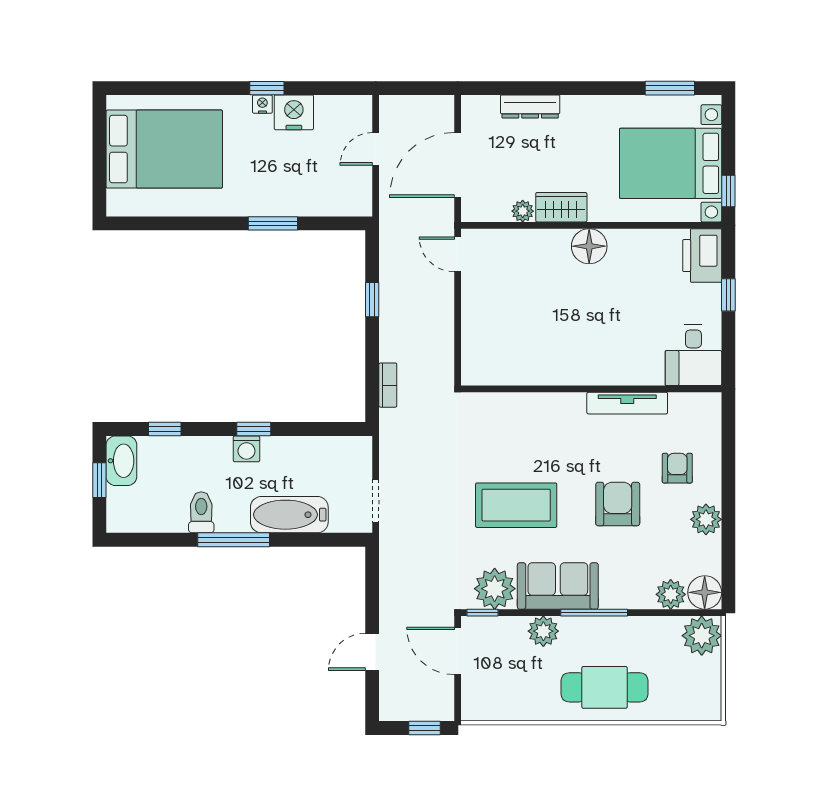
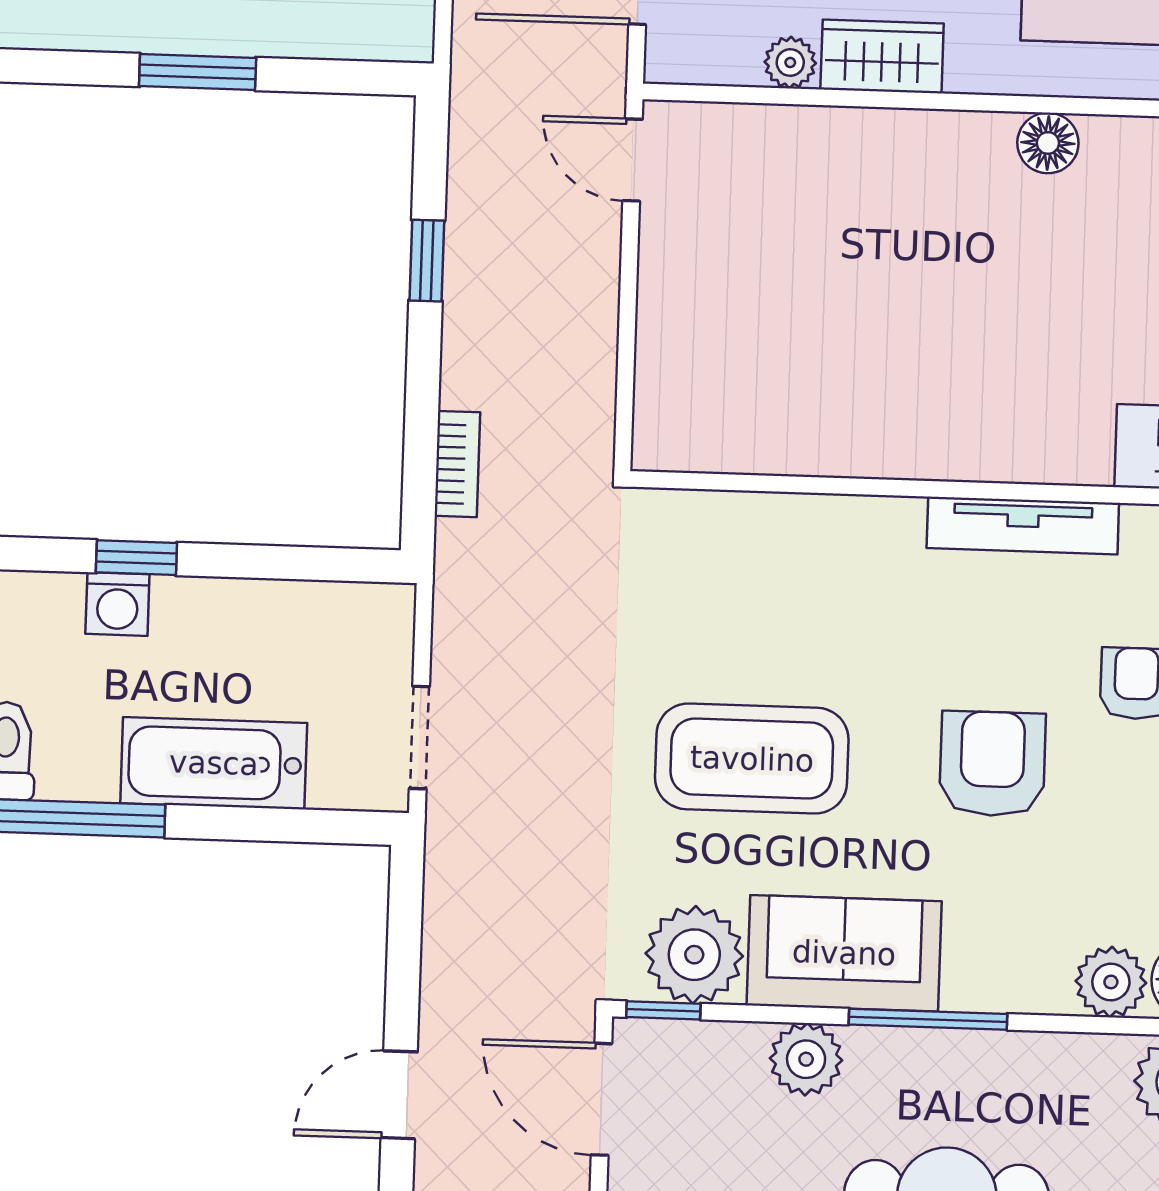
floor lamp: (589, 246) -> (1048, 143), moved, width x0.73, depth x0.73

